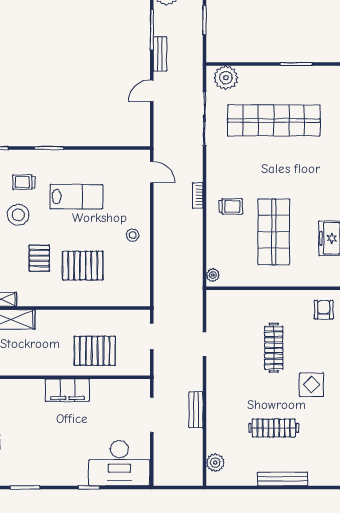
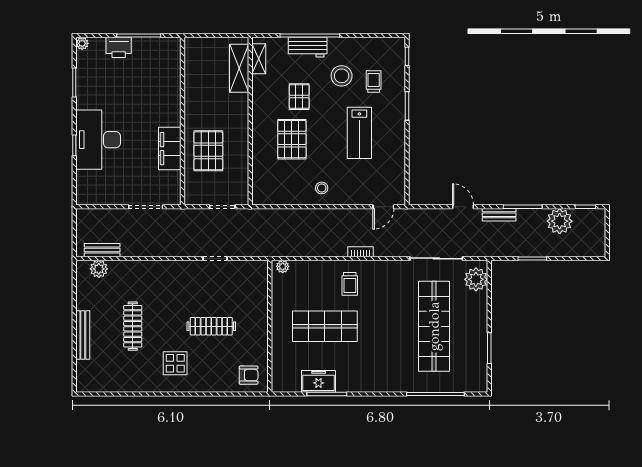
pallet: (39, 258) -> (299, 97), turned 90
filing cabinet: (67, 390) -> (170, 149), moved
bench: (196, 410) -> (102, 250), moved
desk: (119, 463) -> (98, 140), moved

